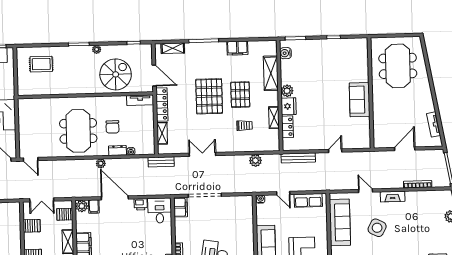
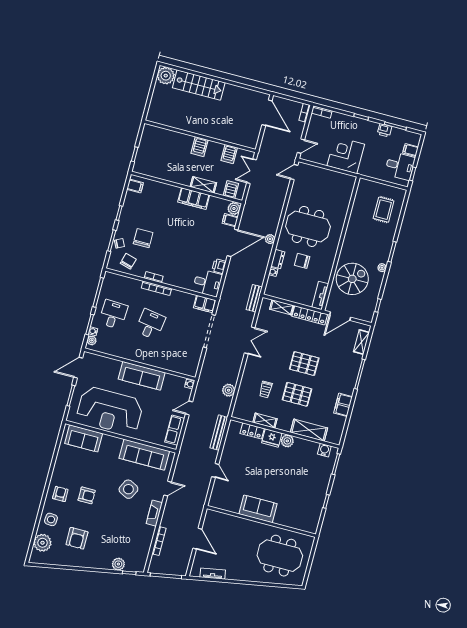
spiral stairs: (116, 74) -> (352, 279), turned -90
pallet: (209, 96) -> (304, 364), width x0.73, depth x0.71

